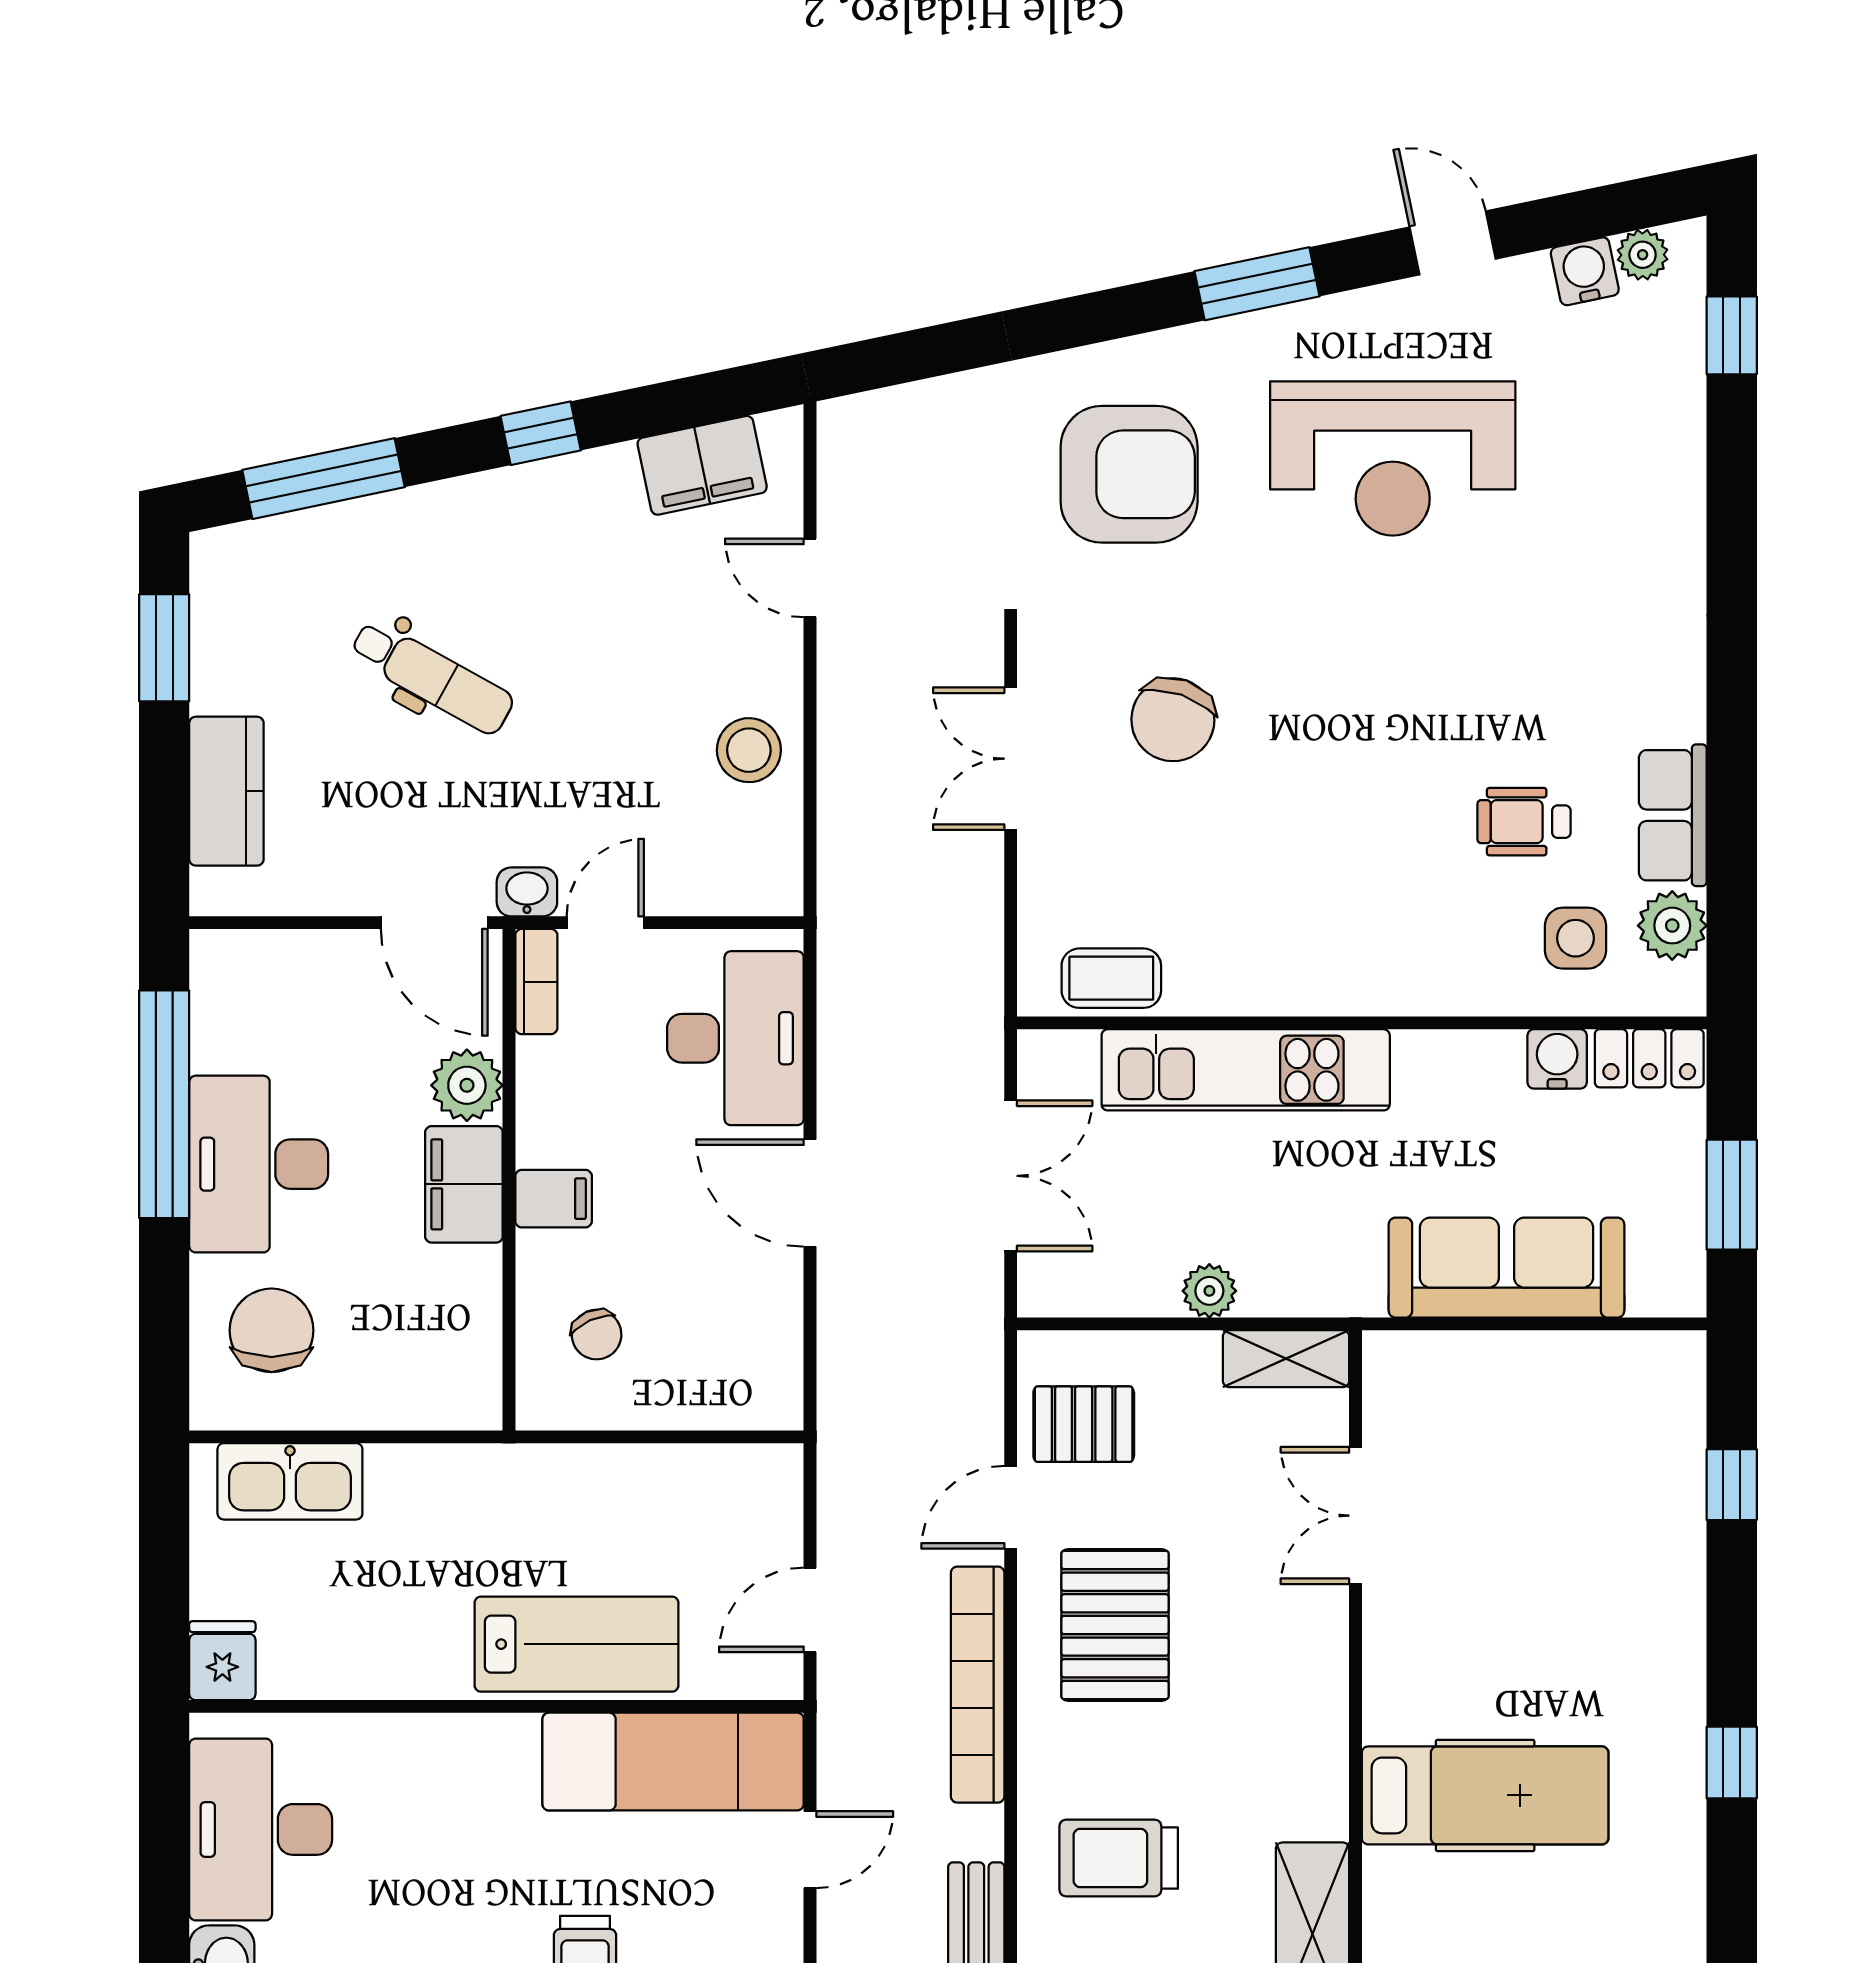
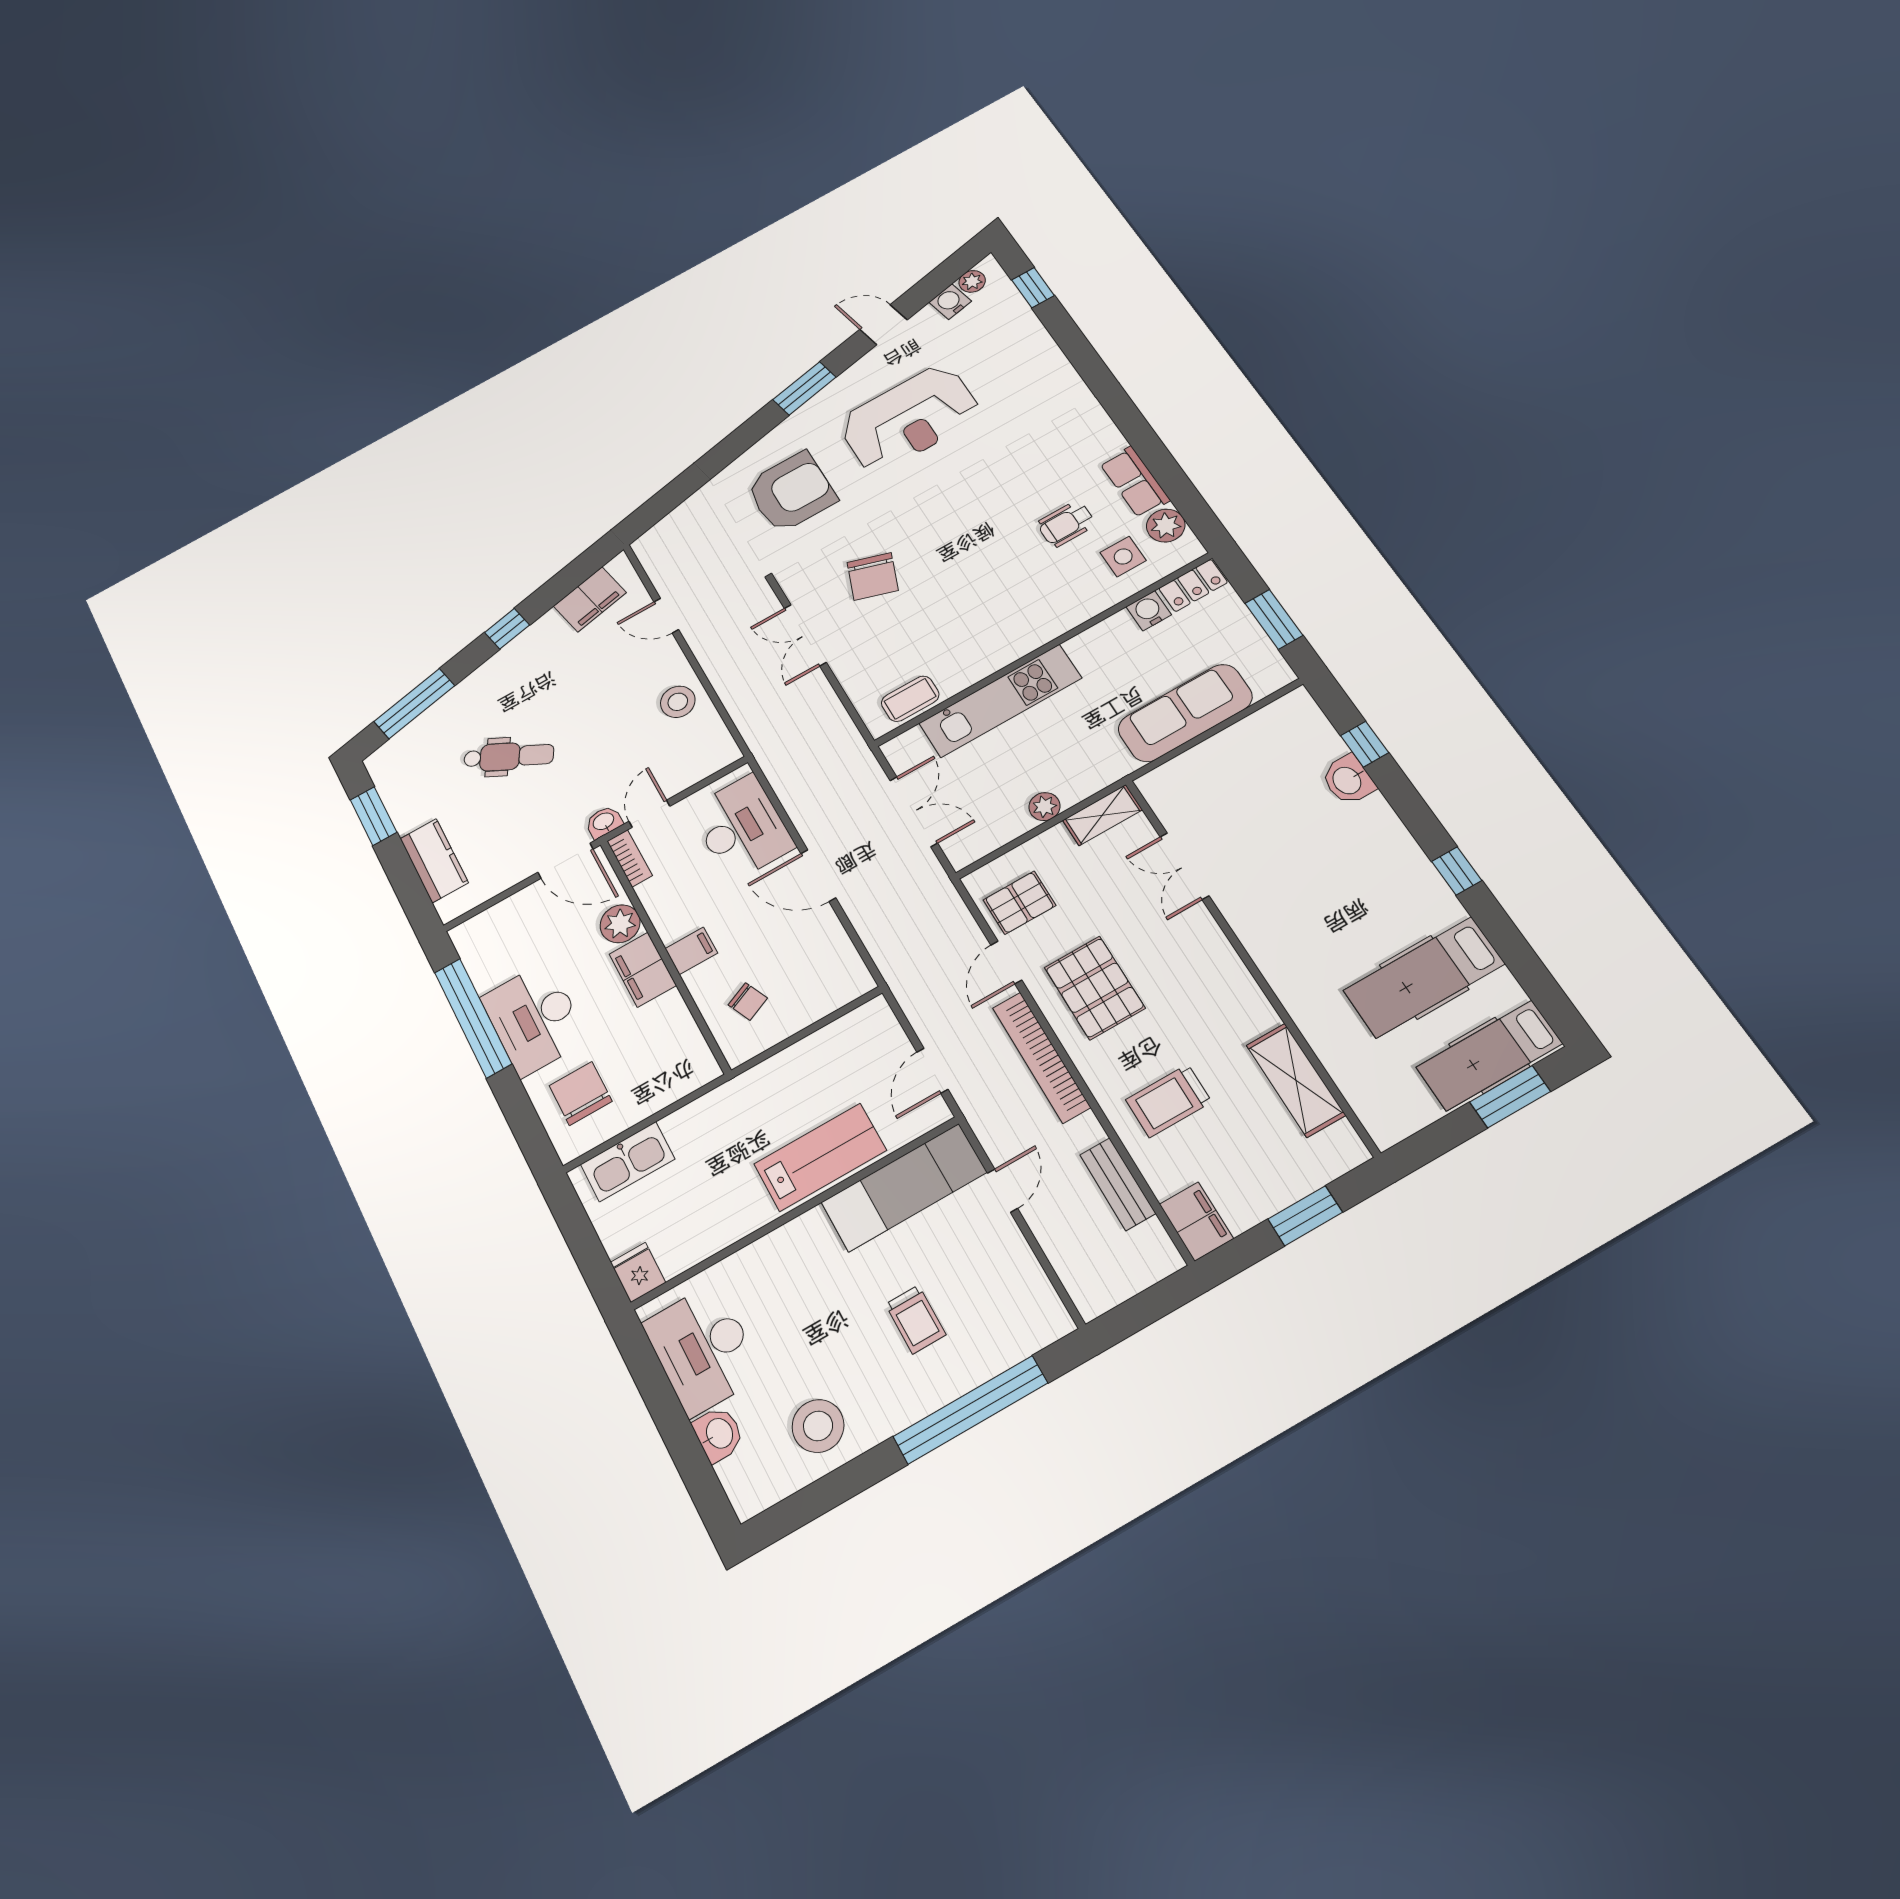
washbasin: (1672, 1526) -> (1348, 780), added
hospital bed: (1485, 1795) -> (1424, 977), moved, turned 180

